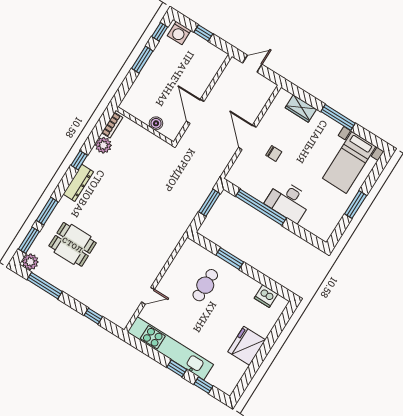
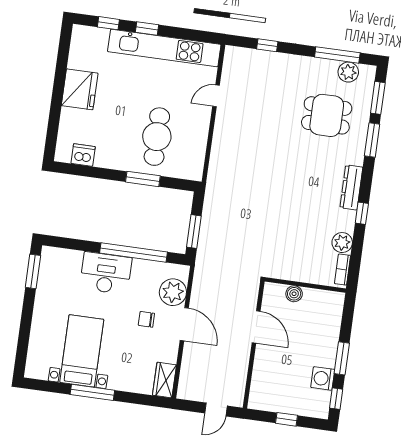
washing machine: (179, 33) -> (323, 378), moved, turned -90
wardrobe: (301, 109) -> (164, 380), moved, turned -90
bed with nightstands: (349, 162) -> (82, 351), moved
plant: (245, 165) -> (173, 292), added
window: (356, 205) -> (33, 271), moved
plant: (30, 262) -> (348, 72), moved
cafe table: (205, 285) -> (157, 137), width x1.37, depth x1.35

